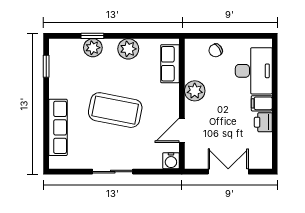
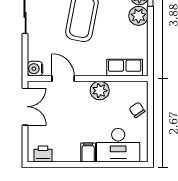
plant: (128, 49) -> (138, 16), moved
printer: (263, 122) -> (43, 154), moved
double door: (228, 172) -> (25, 107), moved

